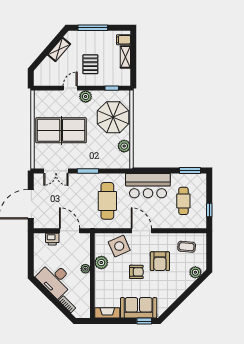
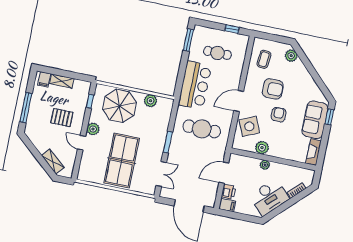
shelving: (59, 49) -> (53, 161), moved
filing cabinet: (39, 240) -> (227, 205), added

